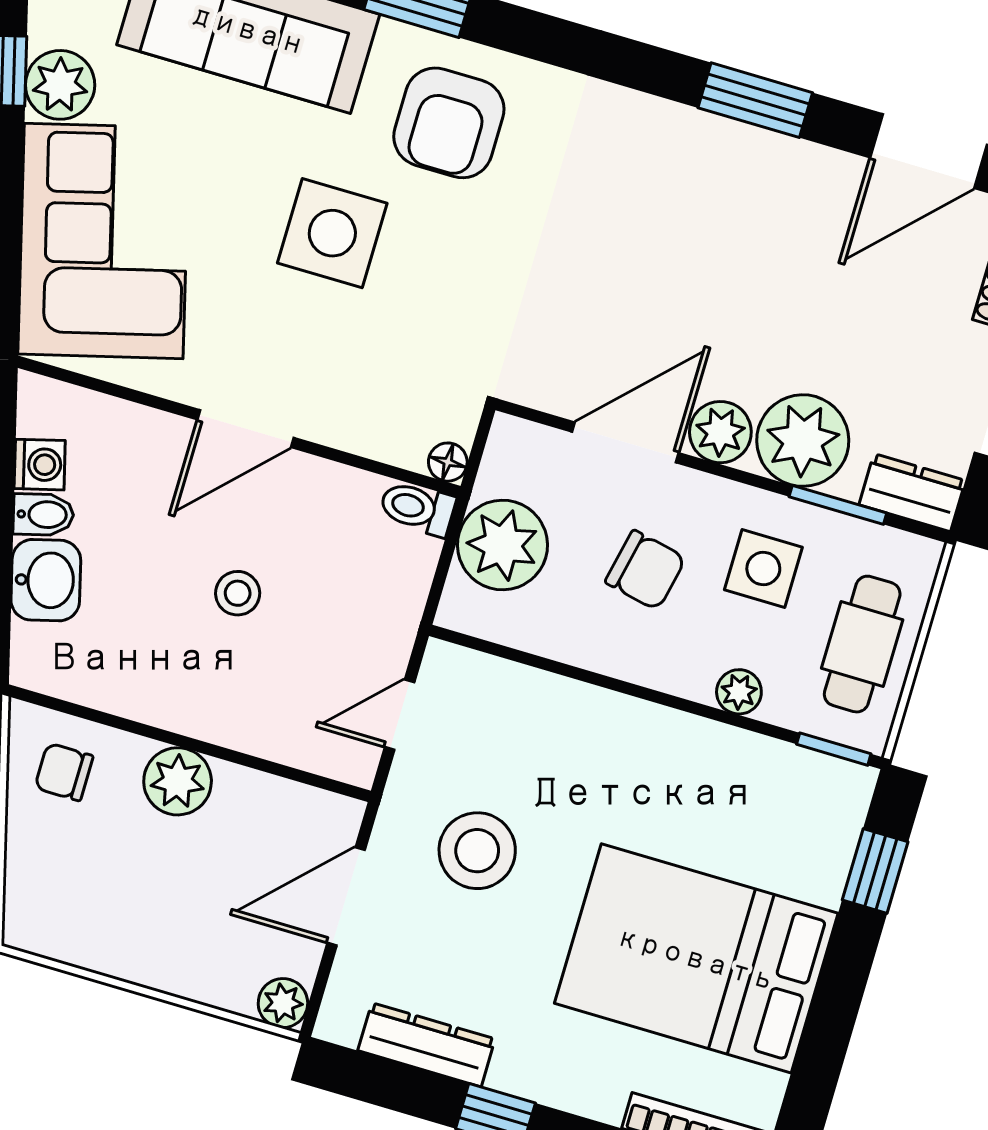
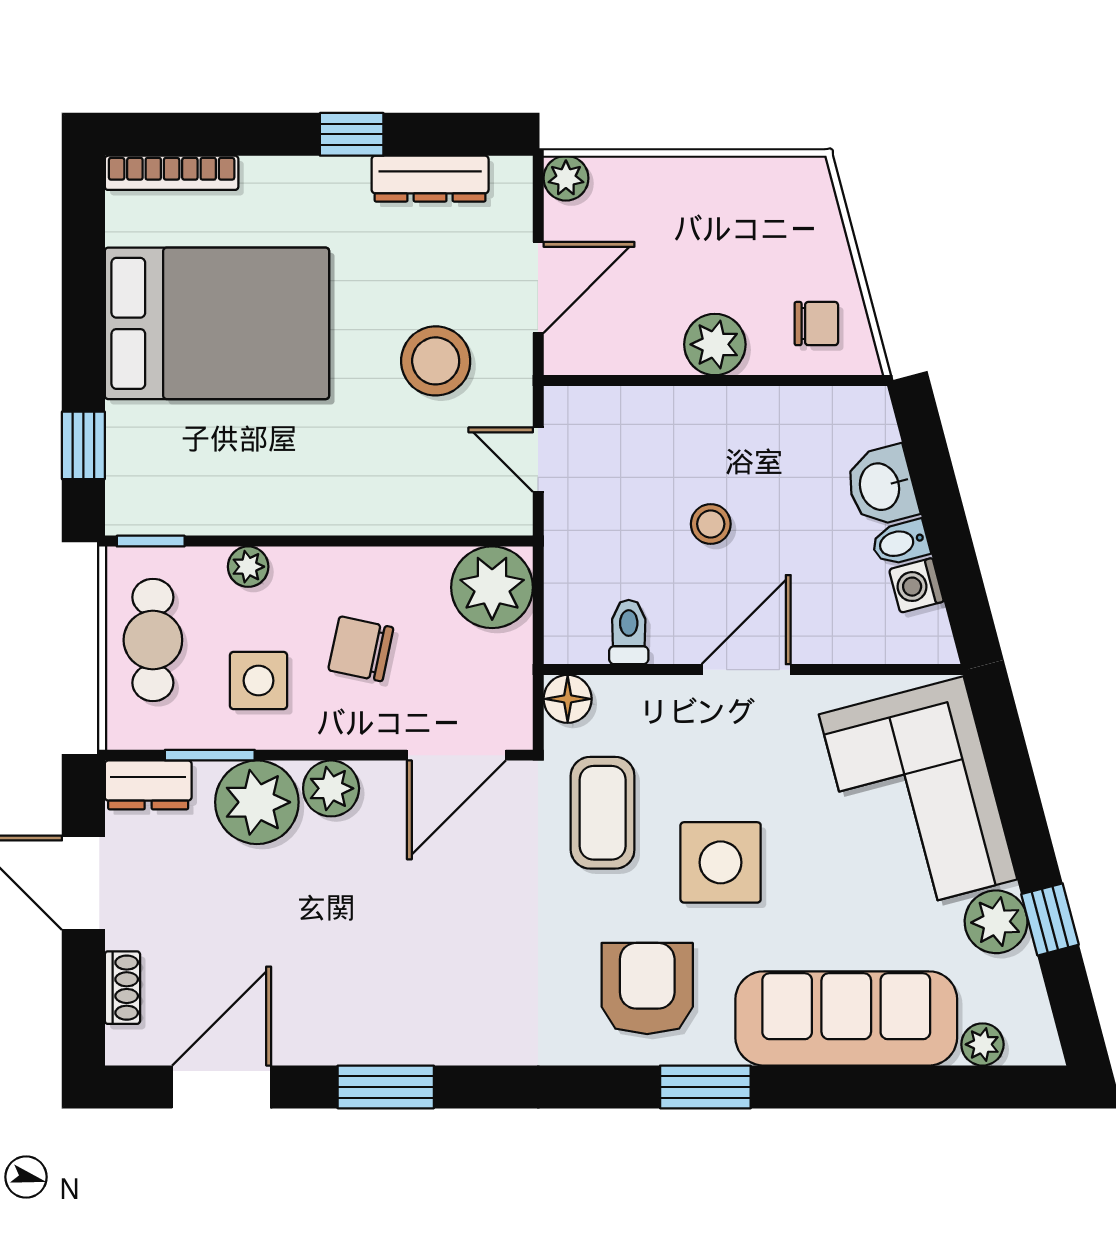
coffee table: (441, 322) -> (603, 813), added
door: (625, 442) -> (456, 755), moved
floor lamp: (448, 462) -> (568, 699), width x1.37, depth x1.37
toilet: (417, 508) -> (629, 632), moved, turned -90
plant: (503, 545) -> (492, 587), moved
door: (400, 715) -> (538, 460), swing flipped

